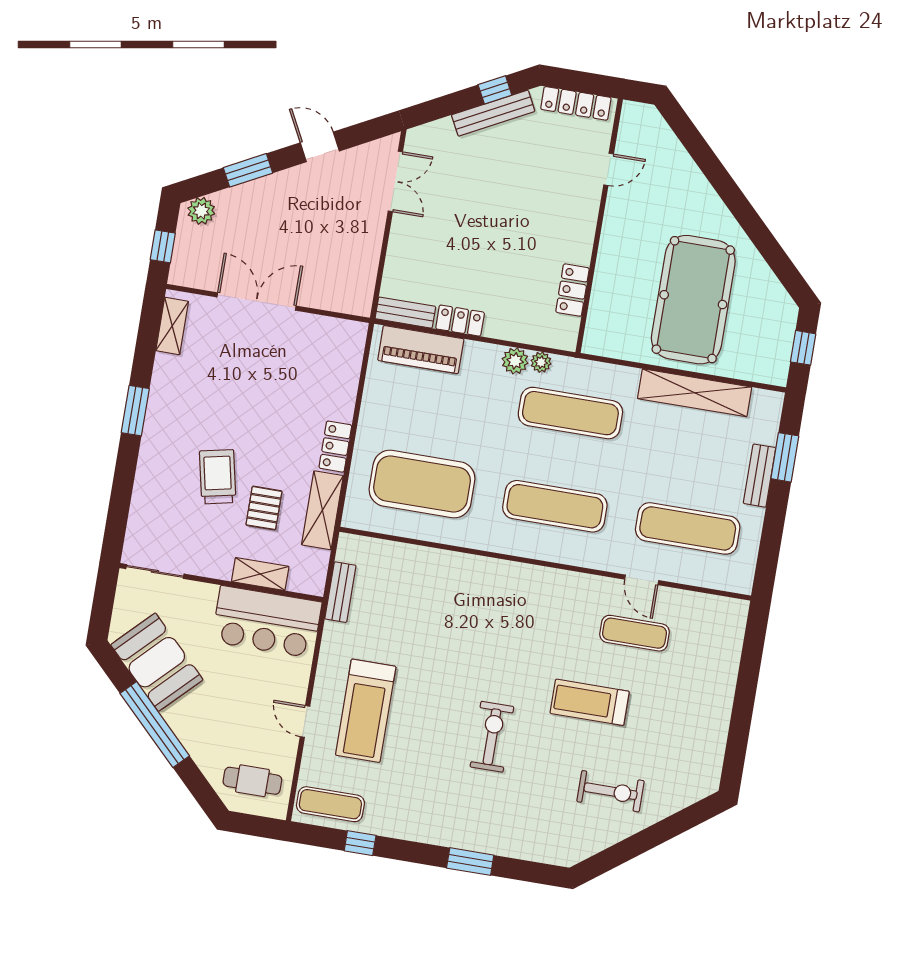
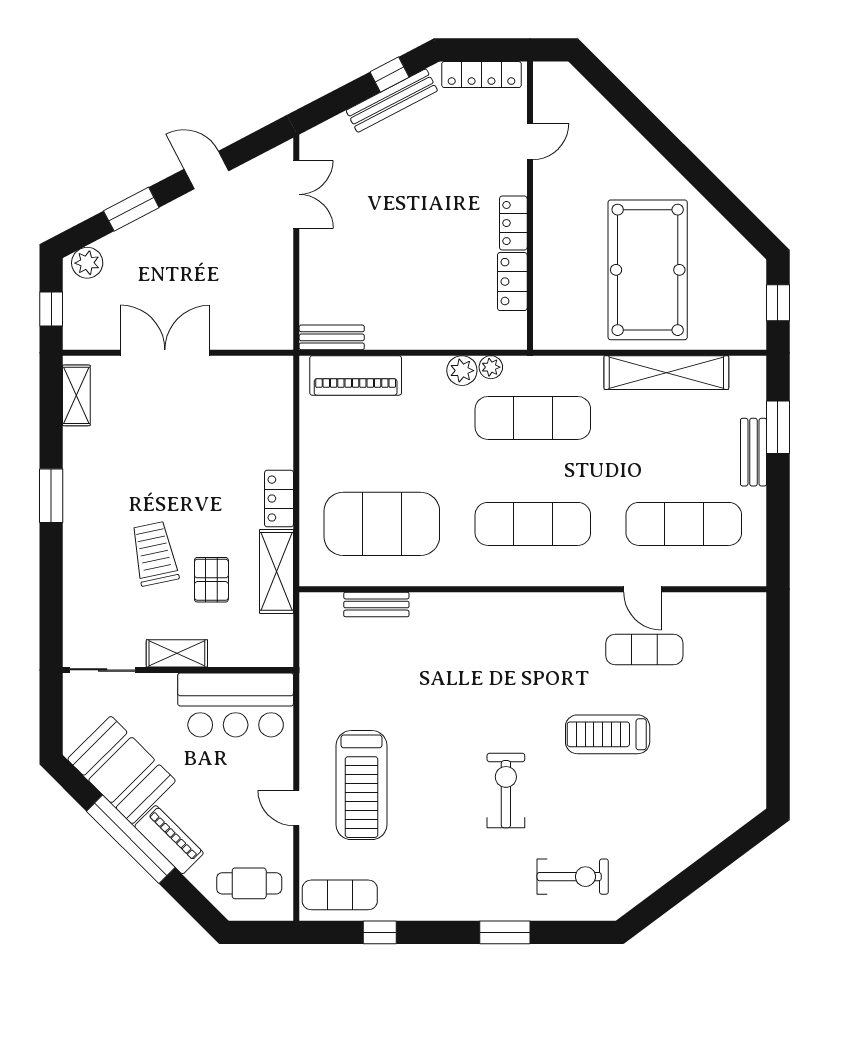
locker: (460, 321) -> (513, 223), moved, turned -90
shelving: (260, 574) -> (177, 653), moved
bench: (340, 592) -> (376, 605), moved, turned 90
piano: (188, 730) -> (169, 840), added
exercise bike: (611, 791) -> (573, 877), moved

